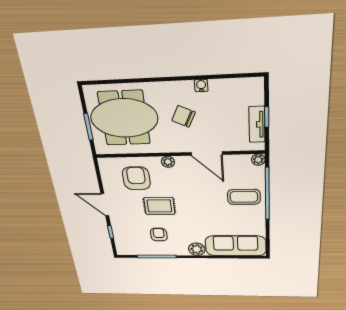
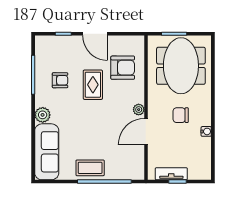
chair: (183, 116) -> (181, 115), turned -116
plant: (258, 160) -> (139, 174), removed
plant: (168, 162) -> (139, 110), moved
coffee table: (244, 197) -> (90, 168), moved, turned 90
door: (105, 205) -> (95, 34), swing flipped

